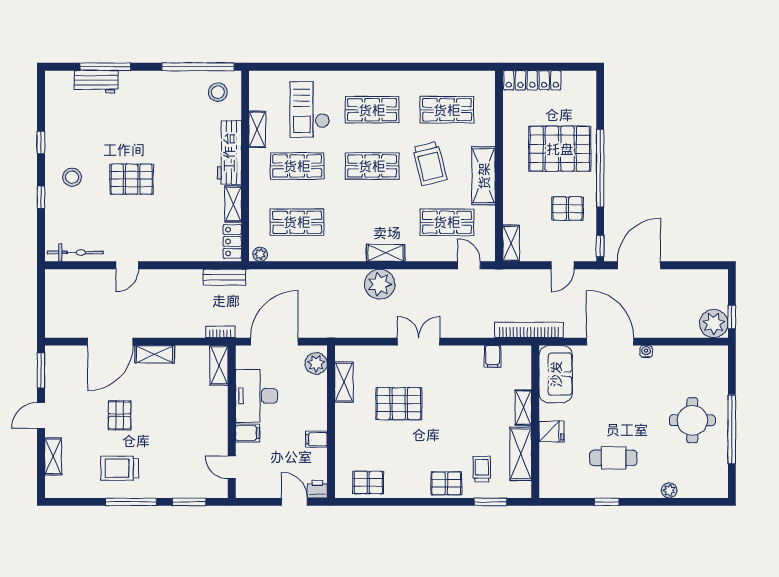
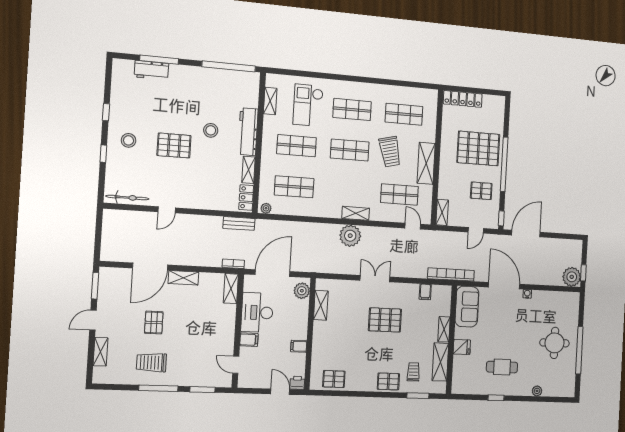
stool: (218, 92) -> (211, 130), moved
shelving: (257, 129) -> (270, 101), moved
pallet: (399, 404) -> (385, 320), moved

